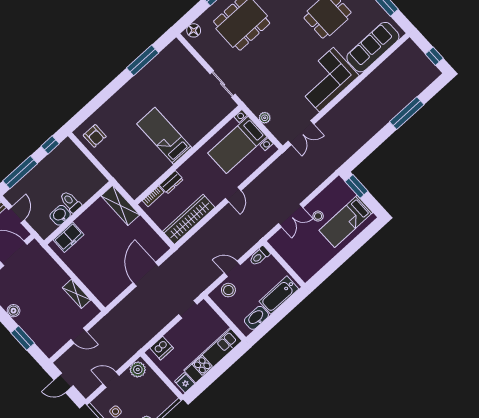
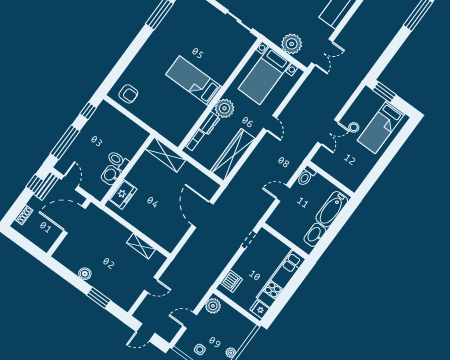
plant: (265, 118) -> (292, 44), width x1.87, depth x1.87
plant: (190, 170) -> (224, 108), added
stool: (228, 290) -> (283, 214), removed

